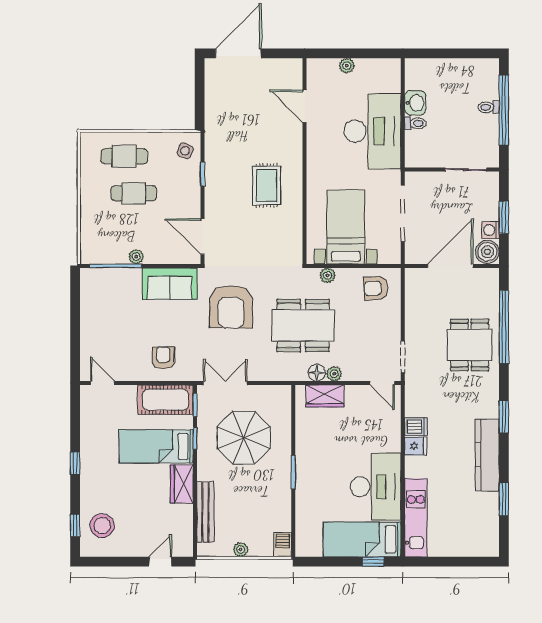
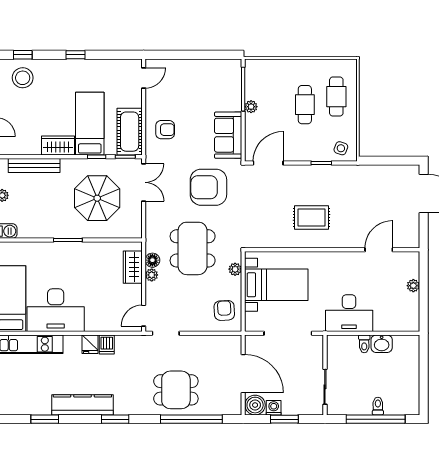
desk: (373, 131) -> (349, 313), width x0.73, depth x0.77

